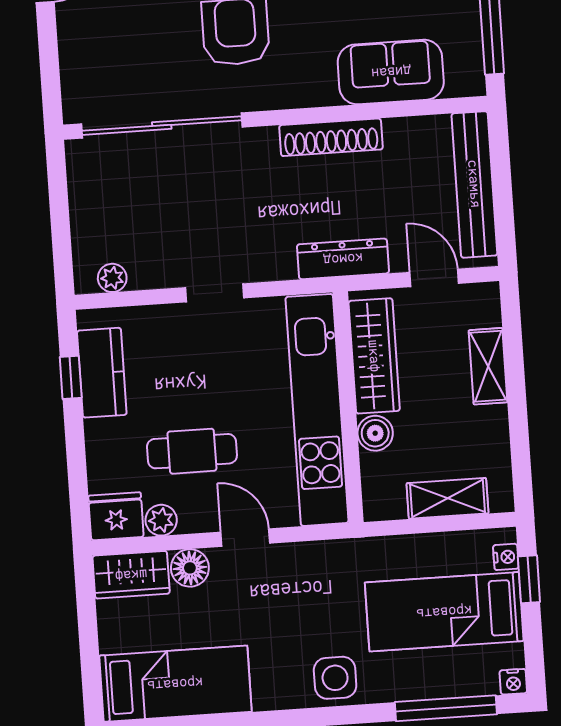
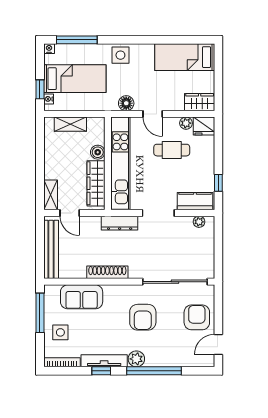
armchair: (101, 41) -> (197, 317), added
dresser: (343, 259) -> (120, 223), moved
doorway: (215, 293) -> (158, 213), width x1.38
shelving: (488, 366) -> (51, 195), moved
kitchen counter: (102, 373) -> (195, 201), moved, turned 90
floor lamp: (190, 568) -> (126, 103), moved

